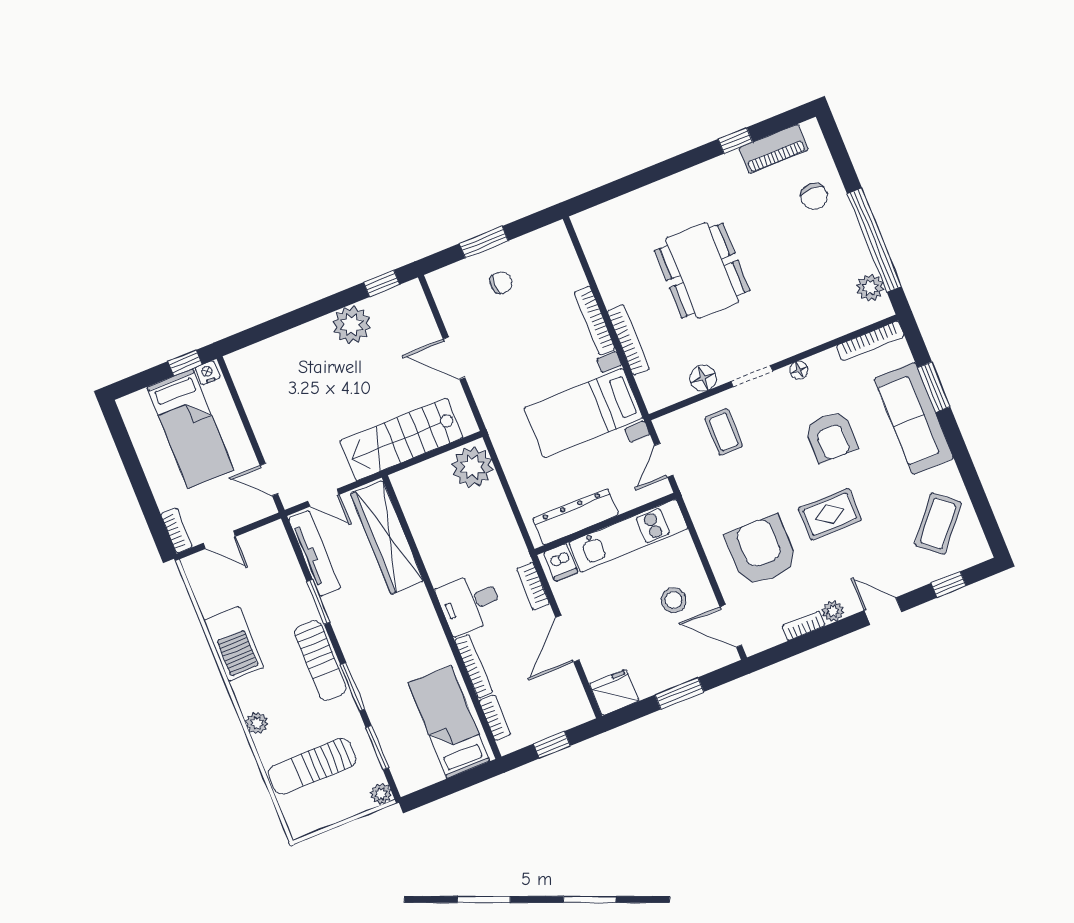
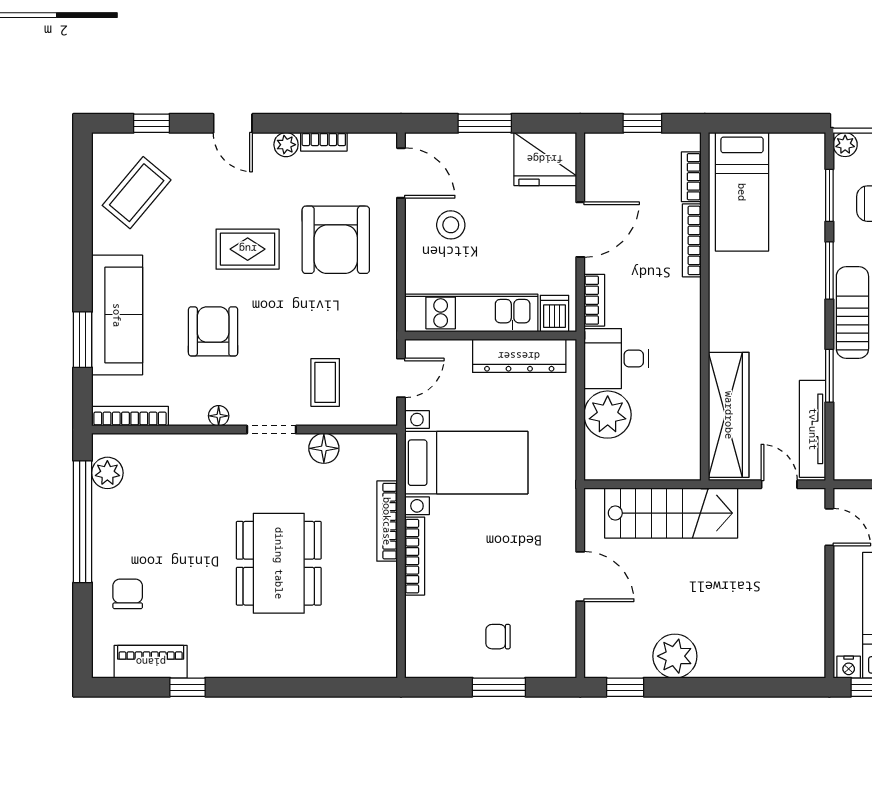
plant: (472, 467) -> (608, 415), moved
desk: (470, 603) -> (616, 359), moved, turned 180
fridge: (614, 692) -> (545, 159), width x1.36, depth x1.34

